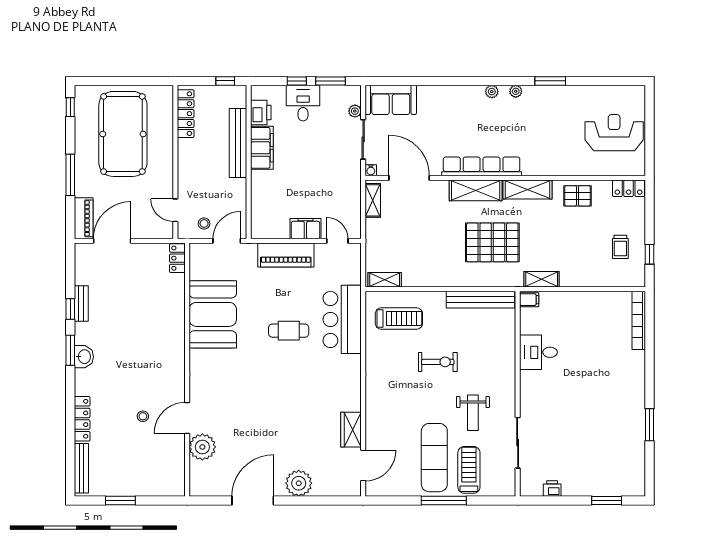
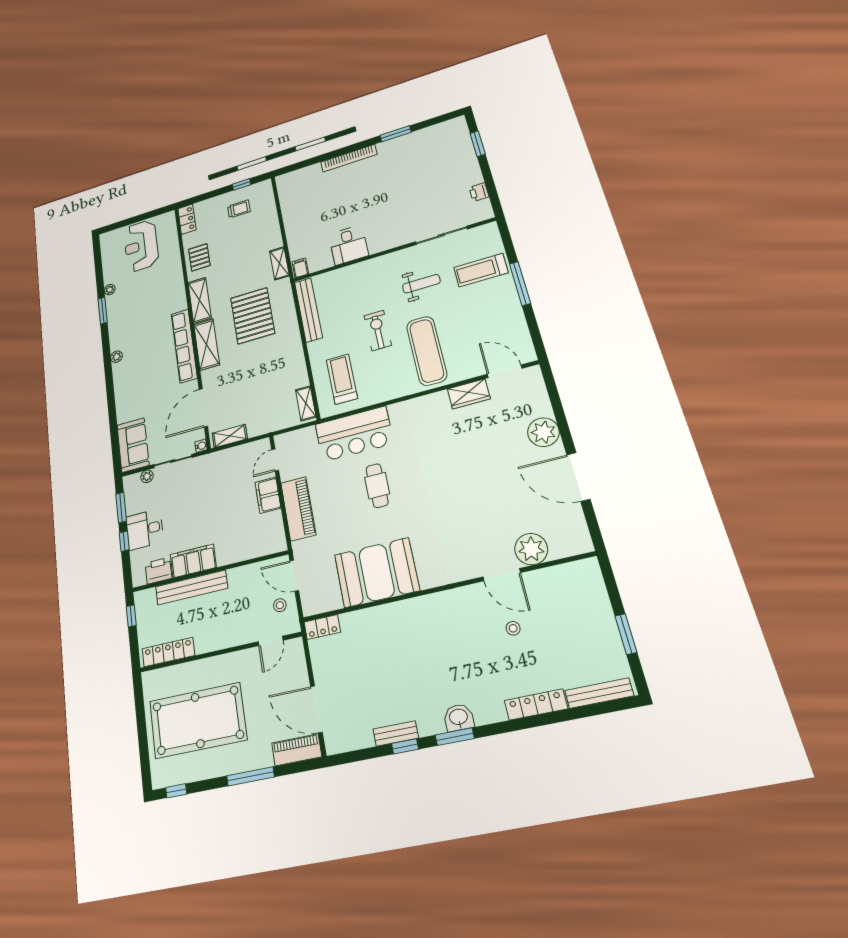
plant: (516, 91) -> (110, 290), moved
bookcase: (639, 320) -> (349, 158), moved
exercise mat: (434, 458) -> (427, 351), moved, turned 90

